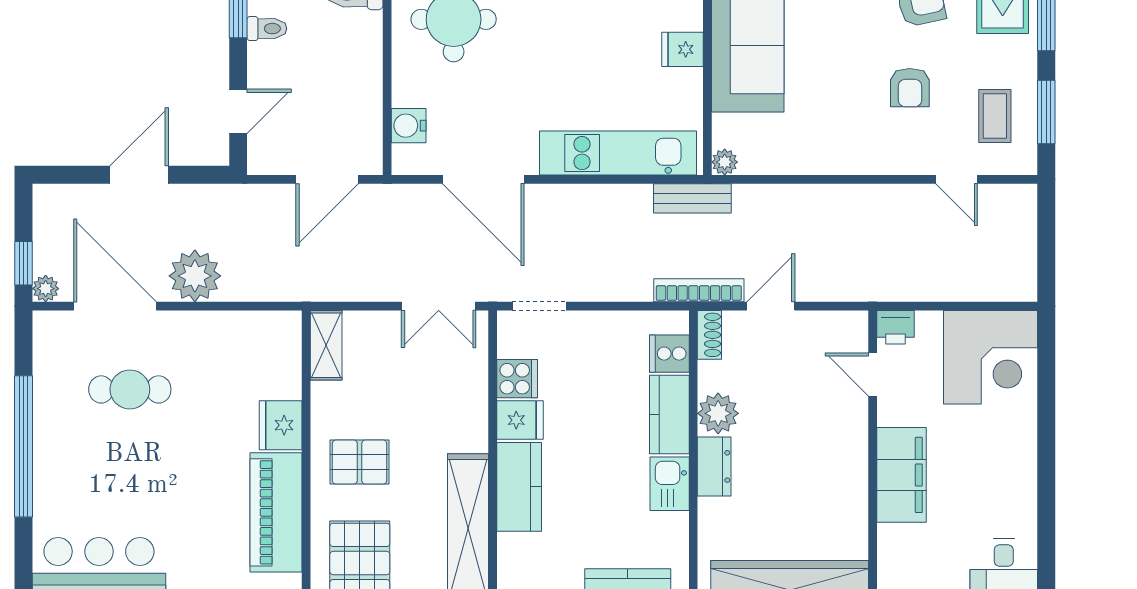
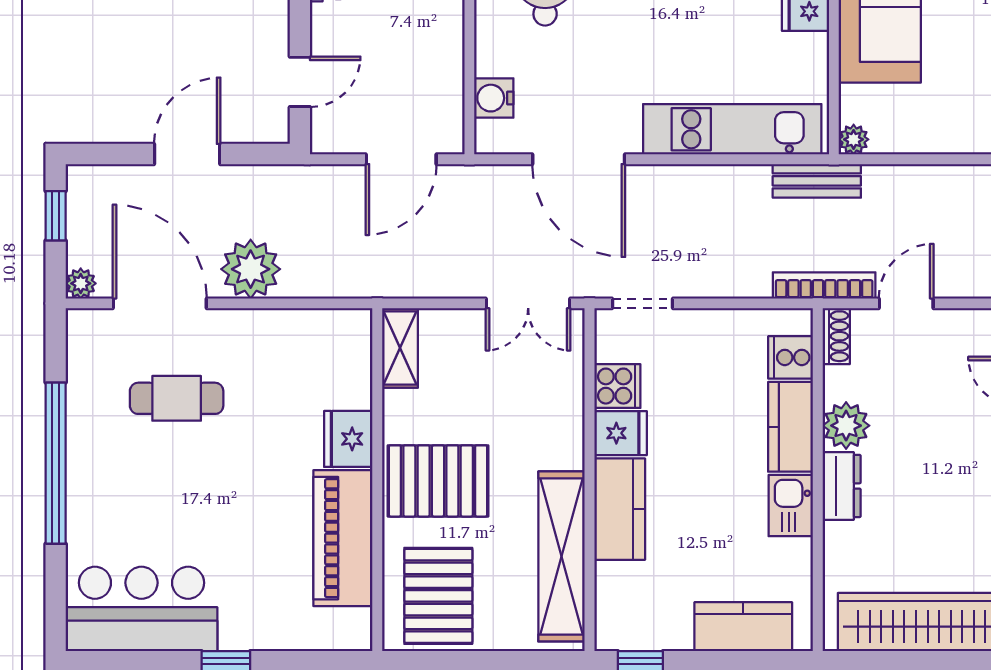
window: (24, 263) -> (56, 216), moved
pallet: (360, 462) -> (438, 481), width x1.50, depth x1.42

